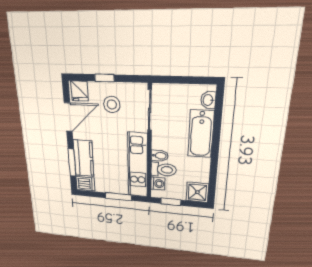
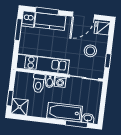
window: (104, 78) -> (108, 61), moved
window: (218, 116) -> (76, 124), added
door: (68, 117) -> (83, 16), hinge flipped
washing machine: (158, 184) -> (60, 82), moved
window: (118, 197) -> (18, 30), moved
window: (171, 202) -> (10, 98), moved

